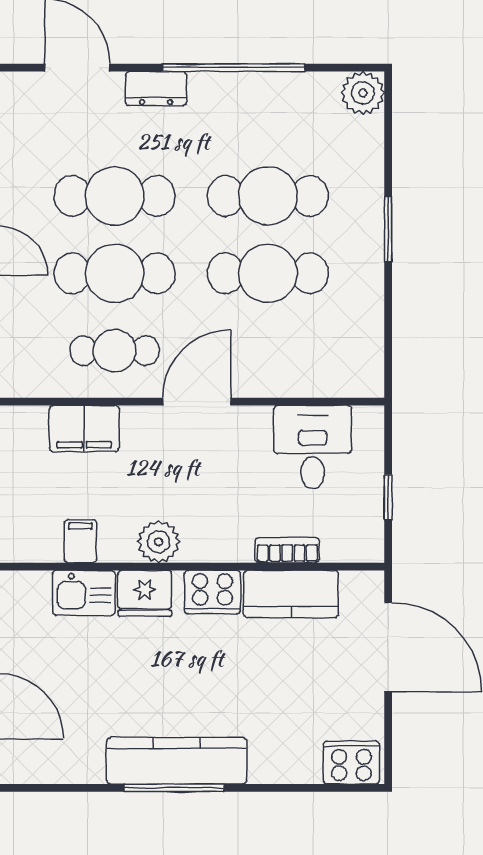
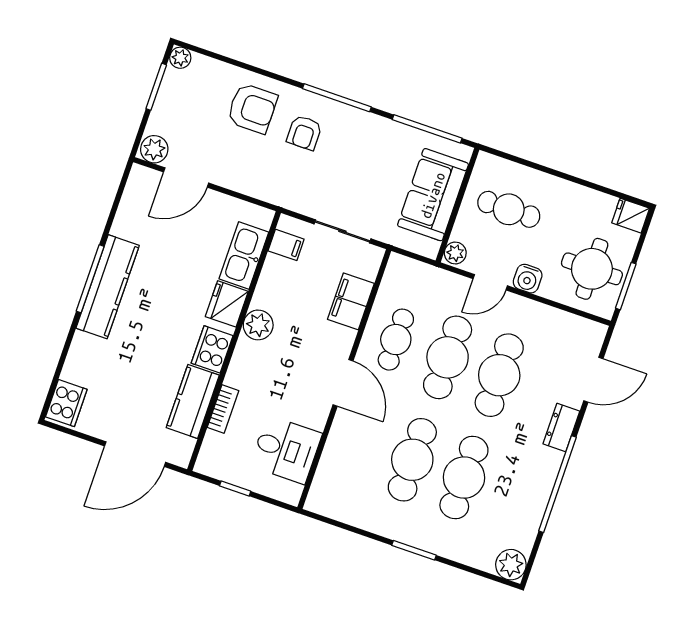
filing cabinet: (80, 541) -> (286, 245), moved
kitchen sink: (84, 593) -> (244, 256), width x1.38

